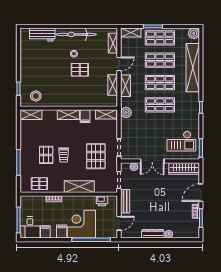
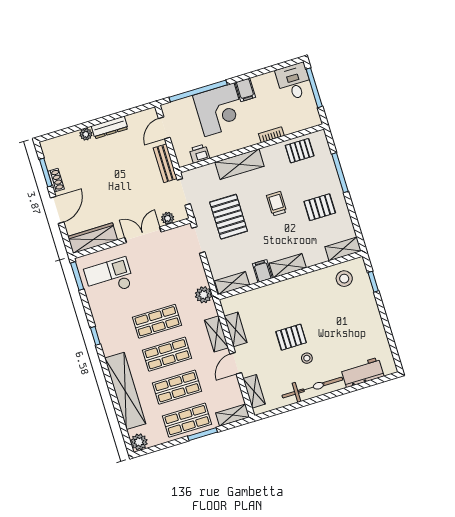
pallet: (46, 155) -> (320, 207), moved, turned 90
filing cabinet: (45, 232) -> (269, 82), removed

